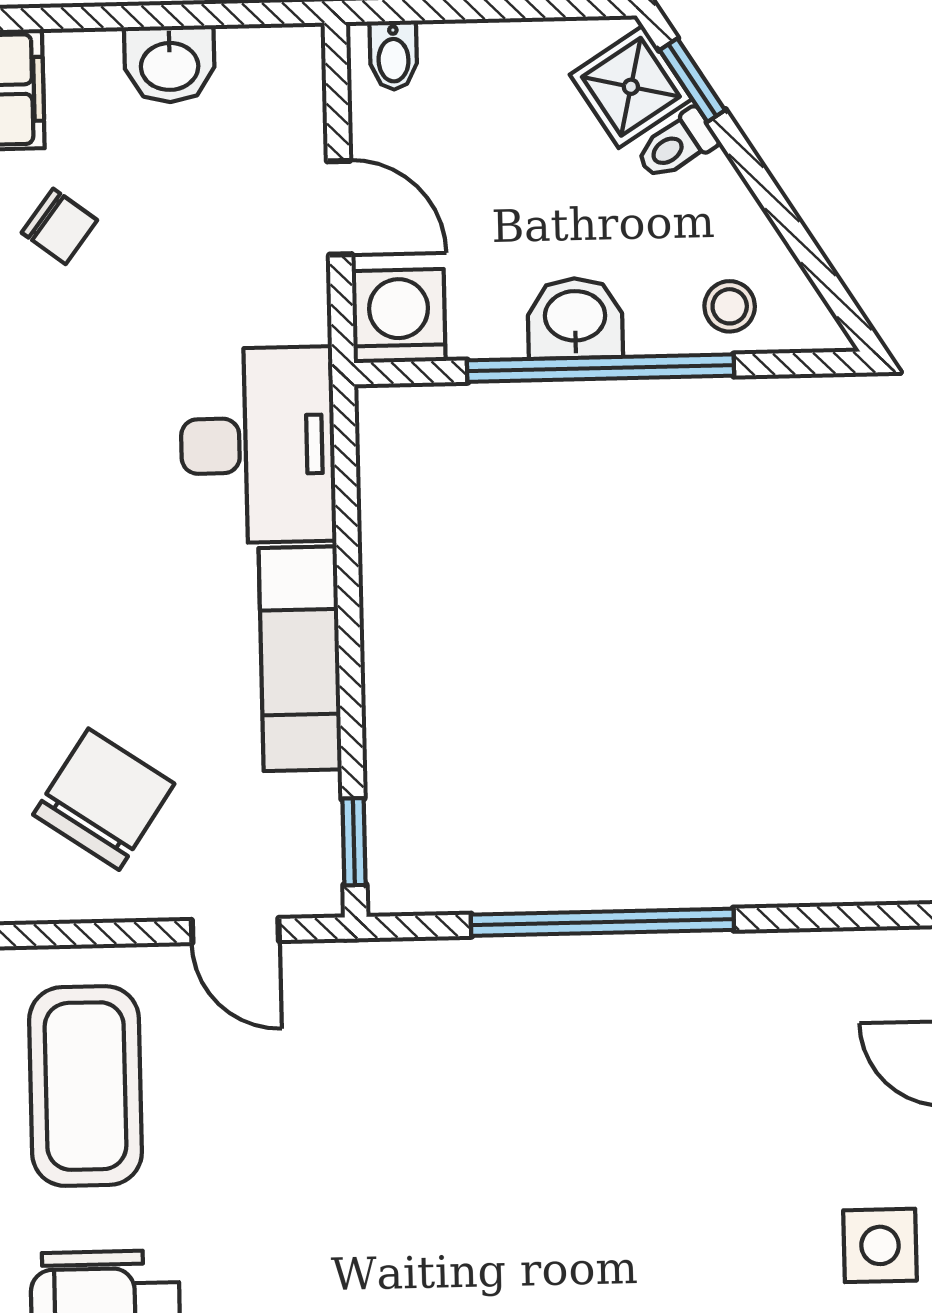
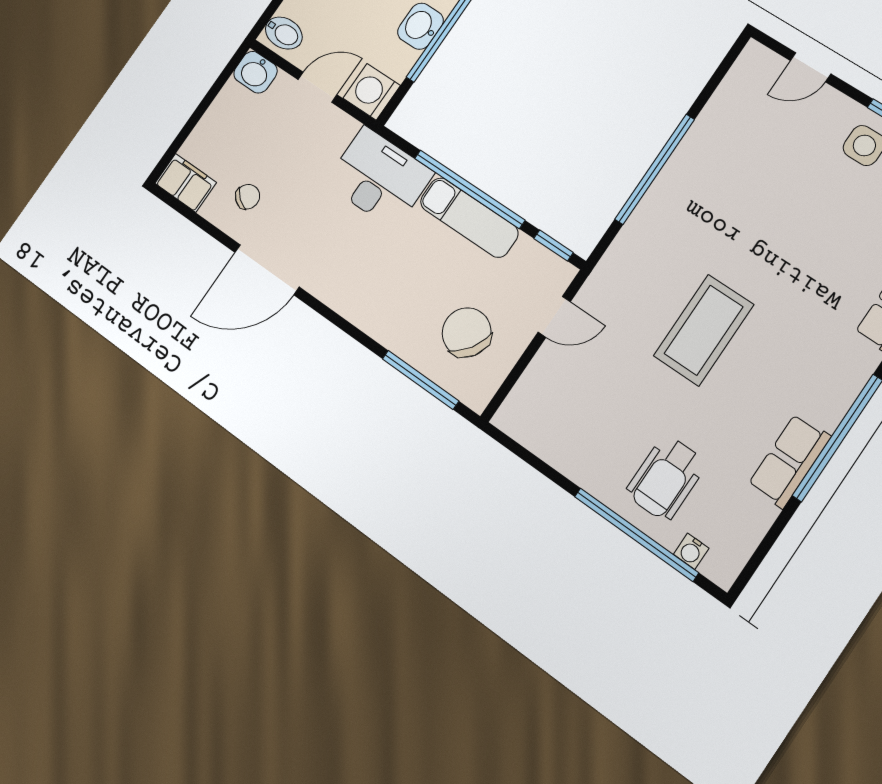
bidet: (393, 55) -> (284, 33), width x1.38, depth x1.36
washbasin: (170, 64) -> (255, 72), moved, turned 90
window: (349, 623) -> (469, 189), added
coffee table: (86, 1086) -> (704, 330), moved, turned 90

